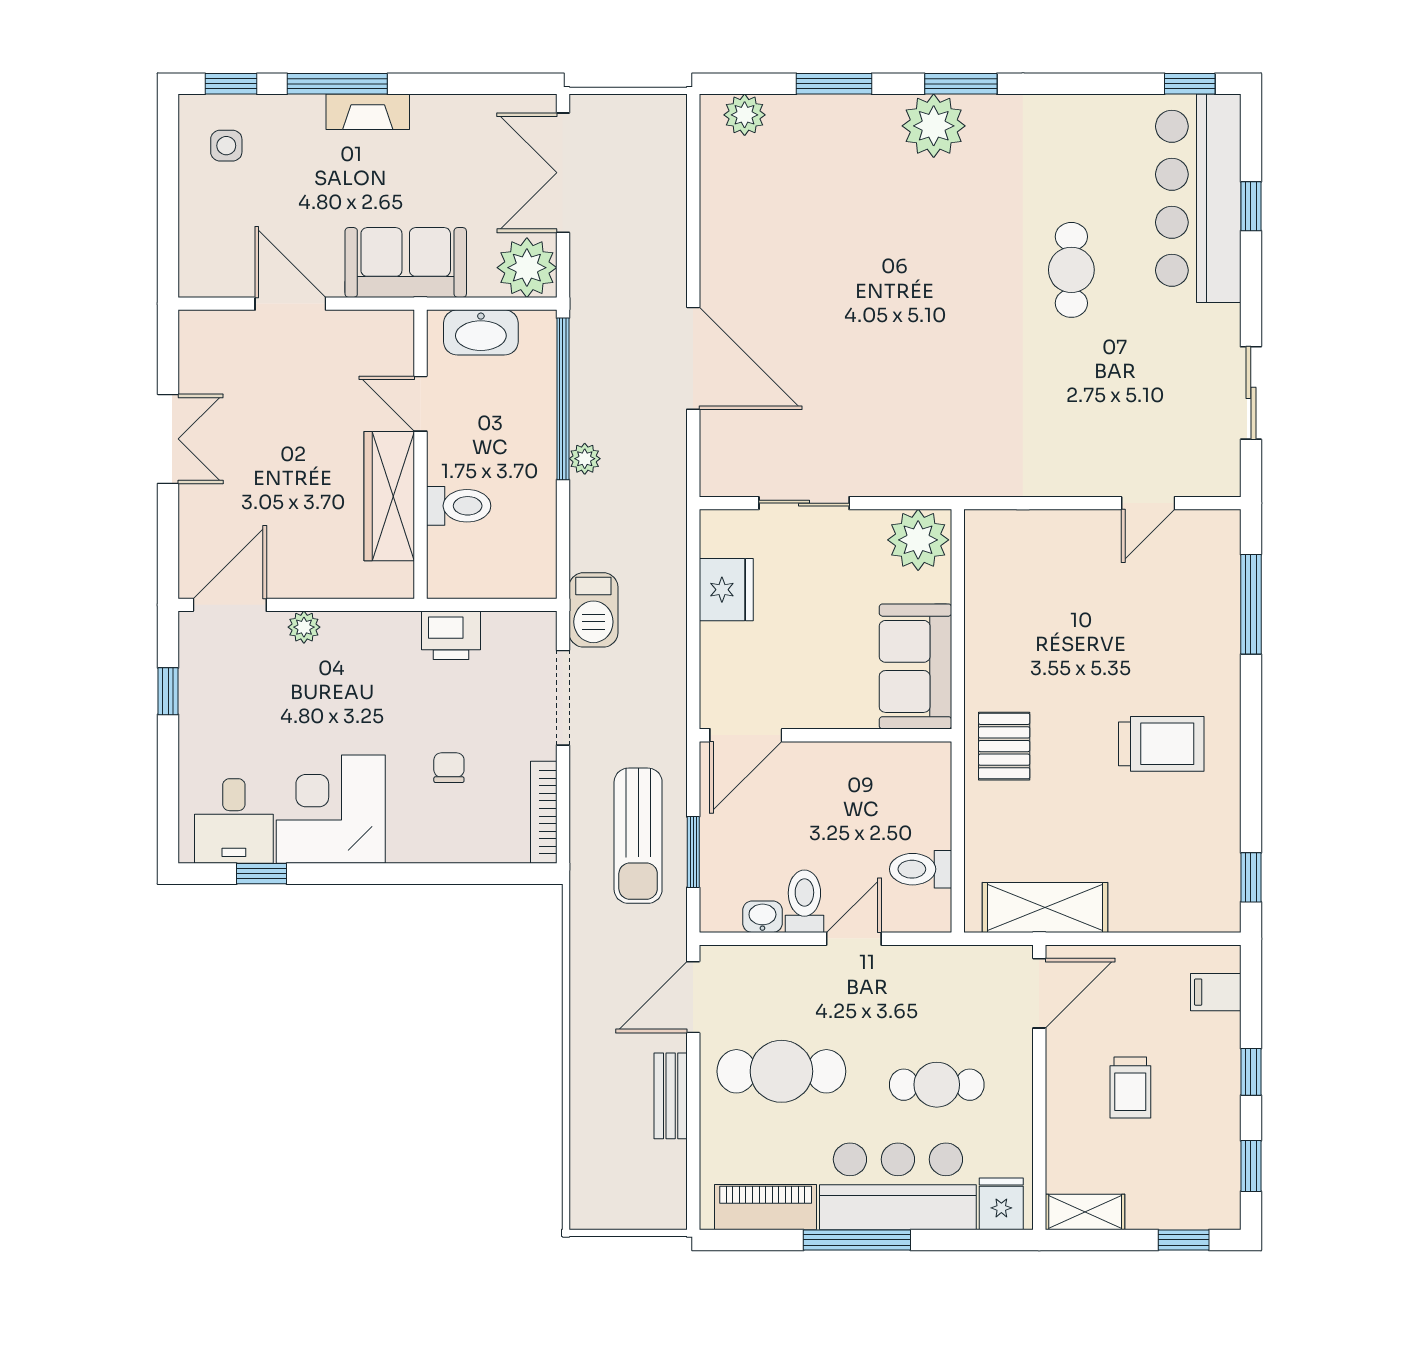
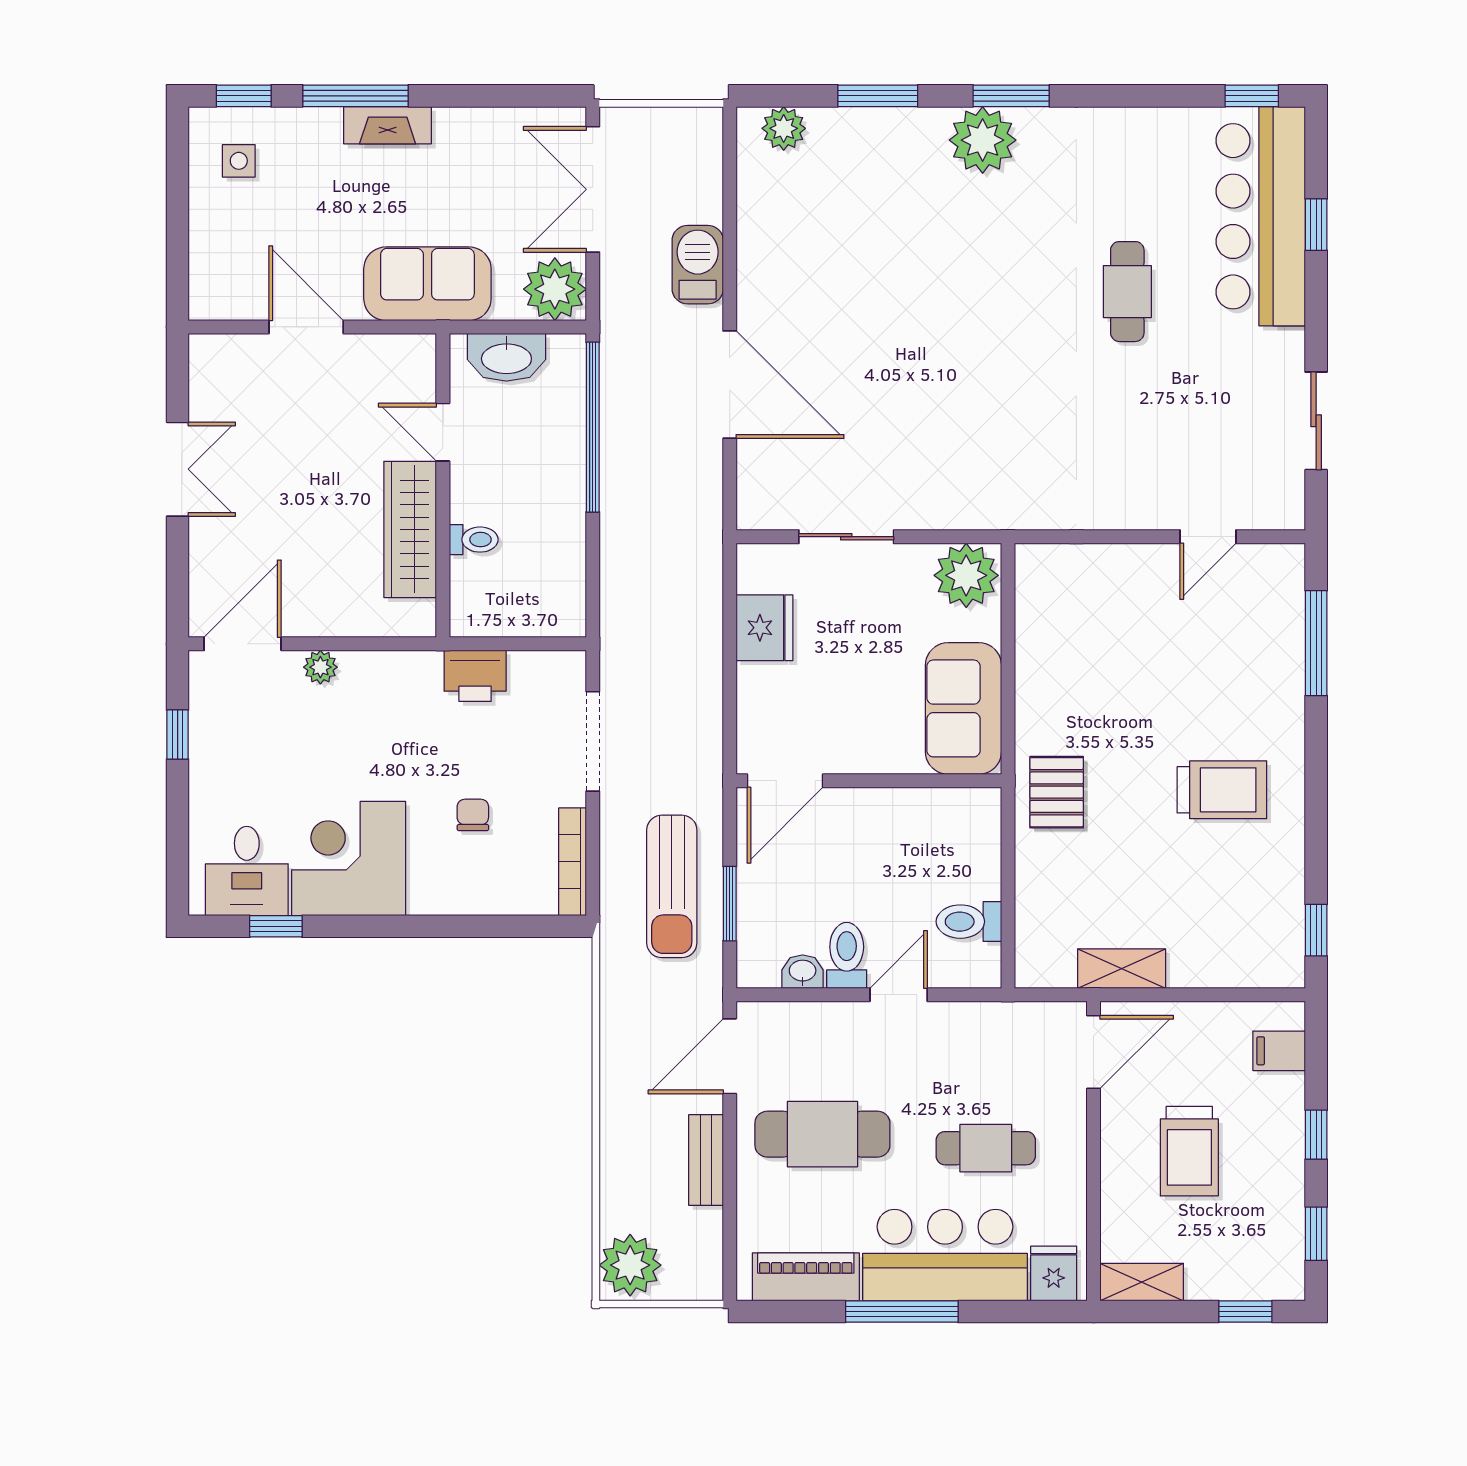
plant: (585, 459) -> (630, 1265), moved, width x1.87, depth x1.87
toilet: (459, 506) -> (474, 540), width x0.73, depth x0.72
barbecue: (593, 610) -> (698, 265), moved, turned 180
shelving: (1045, 908) -> (1122, 969), width x0.67, depth x0.75
trolley: (1130, 1088) -> (1189, 1151), width x1.36, depth x1.39

